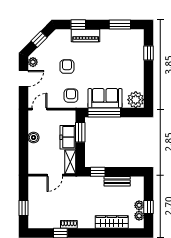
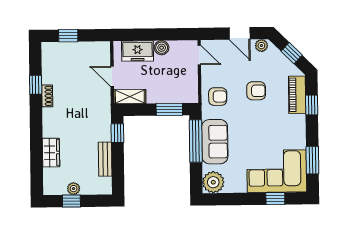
piano: (86, 36) -> (297, 95), moved
corner sofa: (128, 52) -> (277, 171), added
freezer: (68, 137) -> (138, 51), moved, turned 180
plant: (139, 216) -> (60, 189), removed
wardrobe: (112, 222) -> (51, 153), width x0.67

